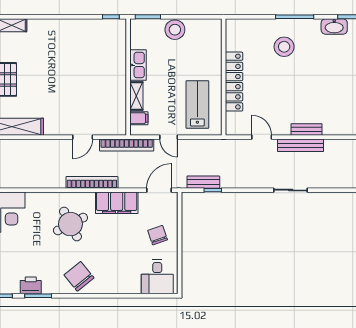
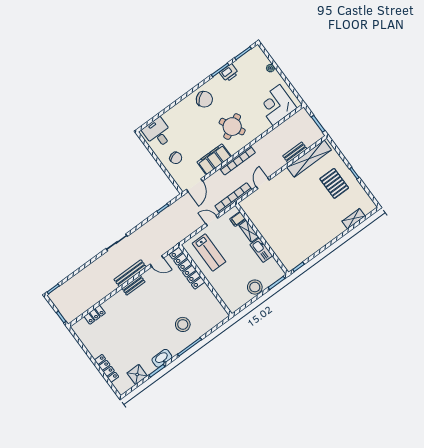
locker: (234, 82) -> (187, 268), moved
bench: (203, 182) -> (295, 152), moved

